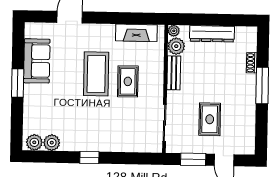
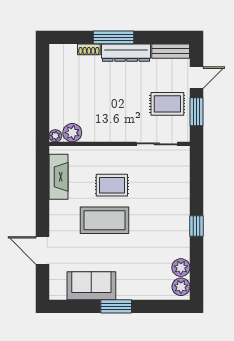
dresser: (212, 34) -> (126, 53), moved, turned 90
bench: (174, 73) -> (171, 51), moved
rug: (210, 119) -> (167, 104), moved

